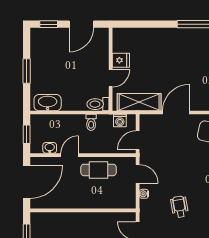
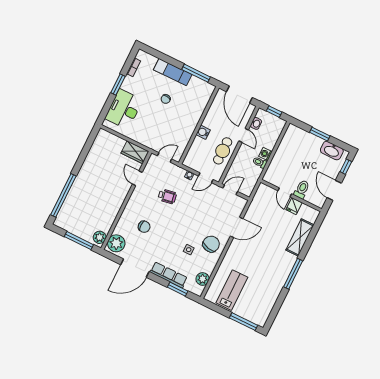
shelving: (139, 102) -> (300, 237), moved
washbasin: (48, 103) -> (332, 151), moved, turned 90
toilet: (98, 104) -> (302, 189), moved
door: (176, 113) -> (237, 227), hinge flipped
washing machine: (120, 121) -> (265, 154), moved
door: (138, 140) -> (230, 190), hinge flipped
water cooler: (89, 202) -> (203, 132), added

